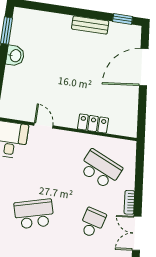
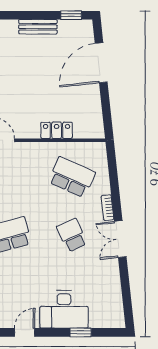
school desk: (92, 223) -> (72, 235), turned -39

